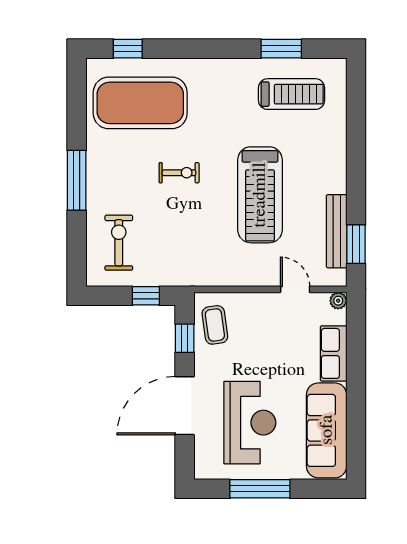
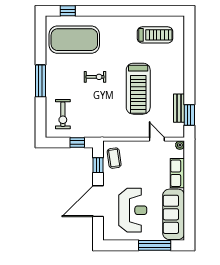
window: (281, 49) -> (150, 11), removed
bench: (337, 231) -> (179, 108), width x0.73
exercise bike: (119, 243) -> (63, 114), turned 180
window: (260, 489) -> (155, 245), moved

